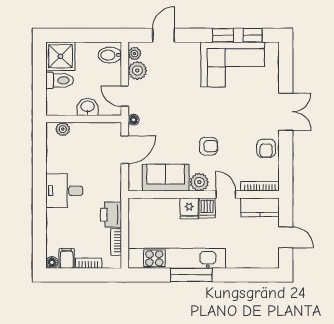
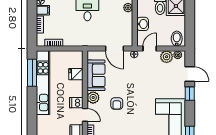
window: (223, 35) -> (190, 94), moved
door: (226, 194) -> (85, 115), hinge flipped
fridge: (189, 208) -> (76, 74), moved
printer: (111, 215) -> (72, 39), removed
window: (191, 275) -> (32, 73), moved

